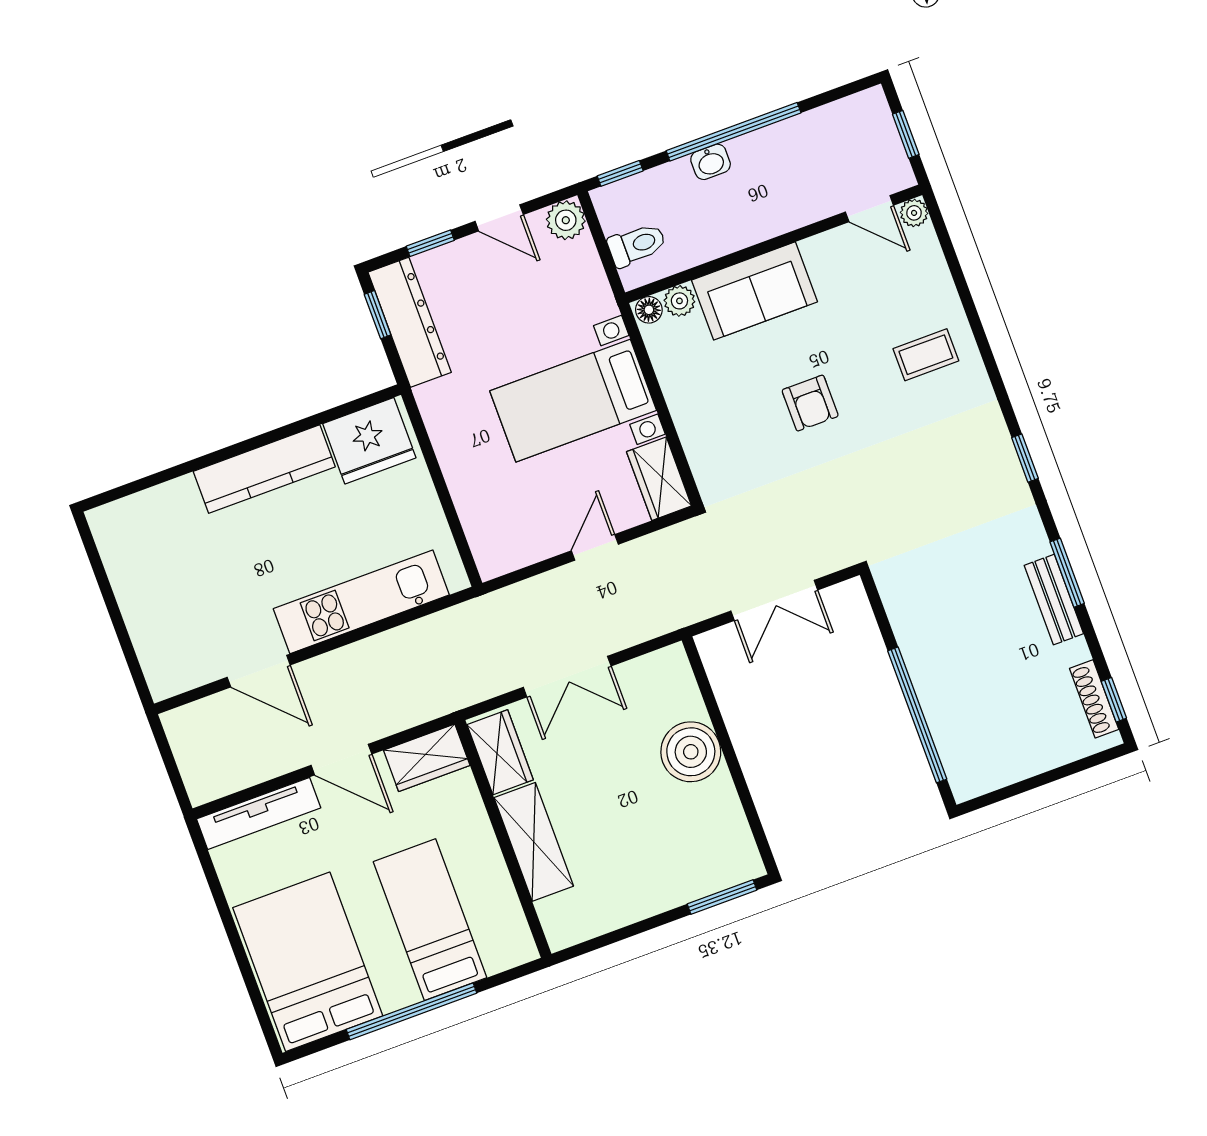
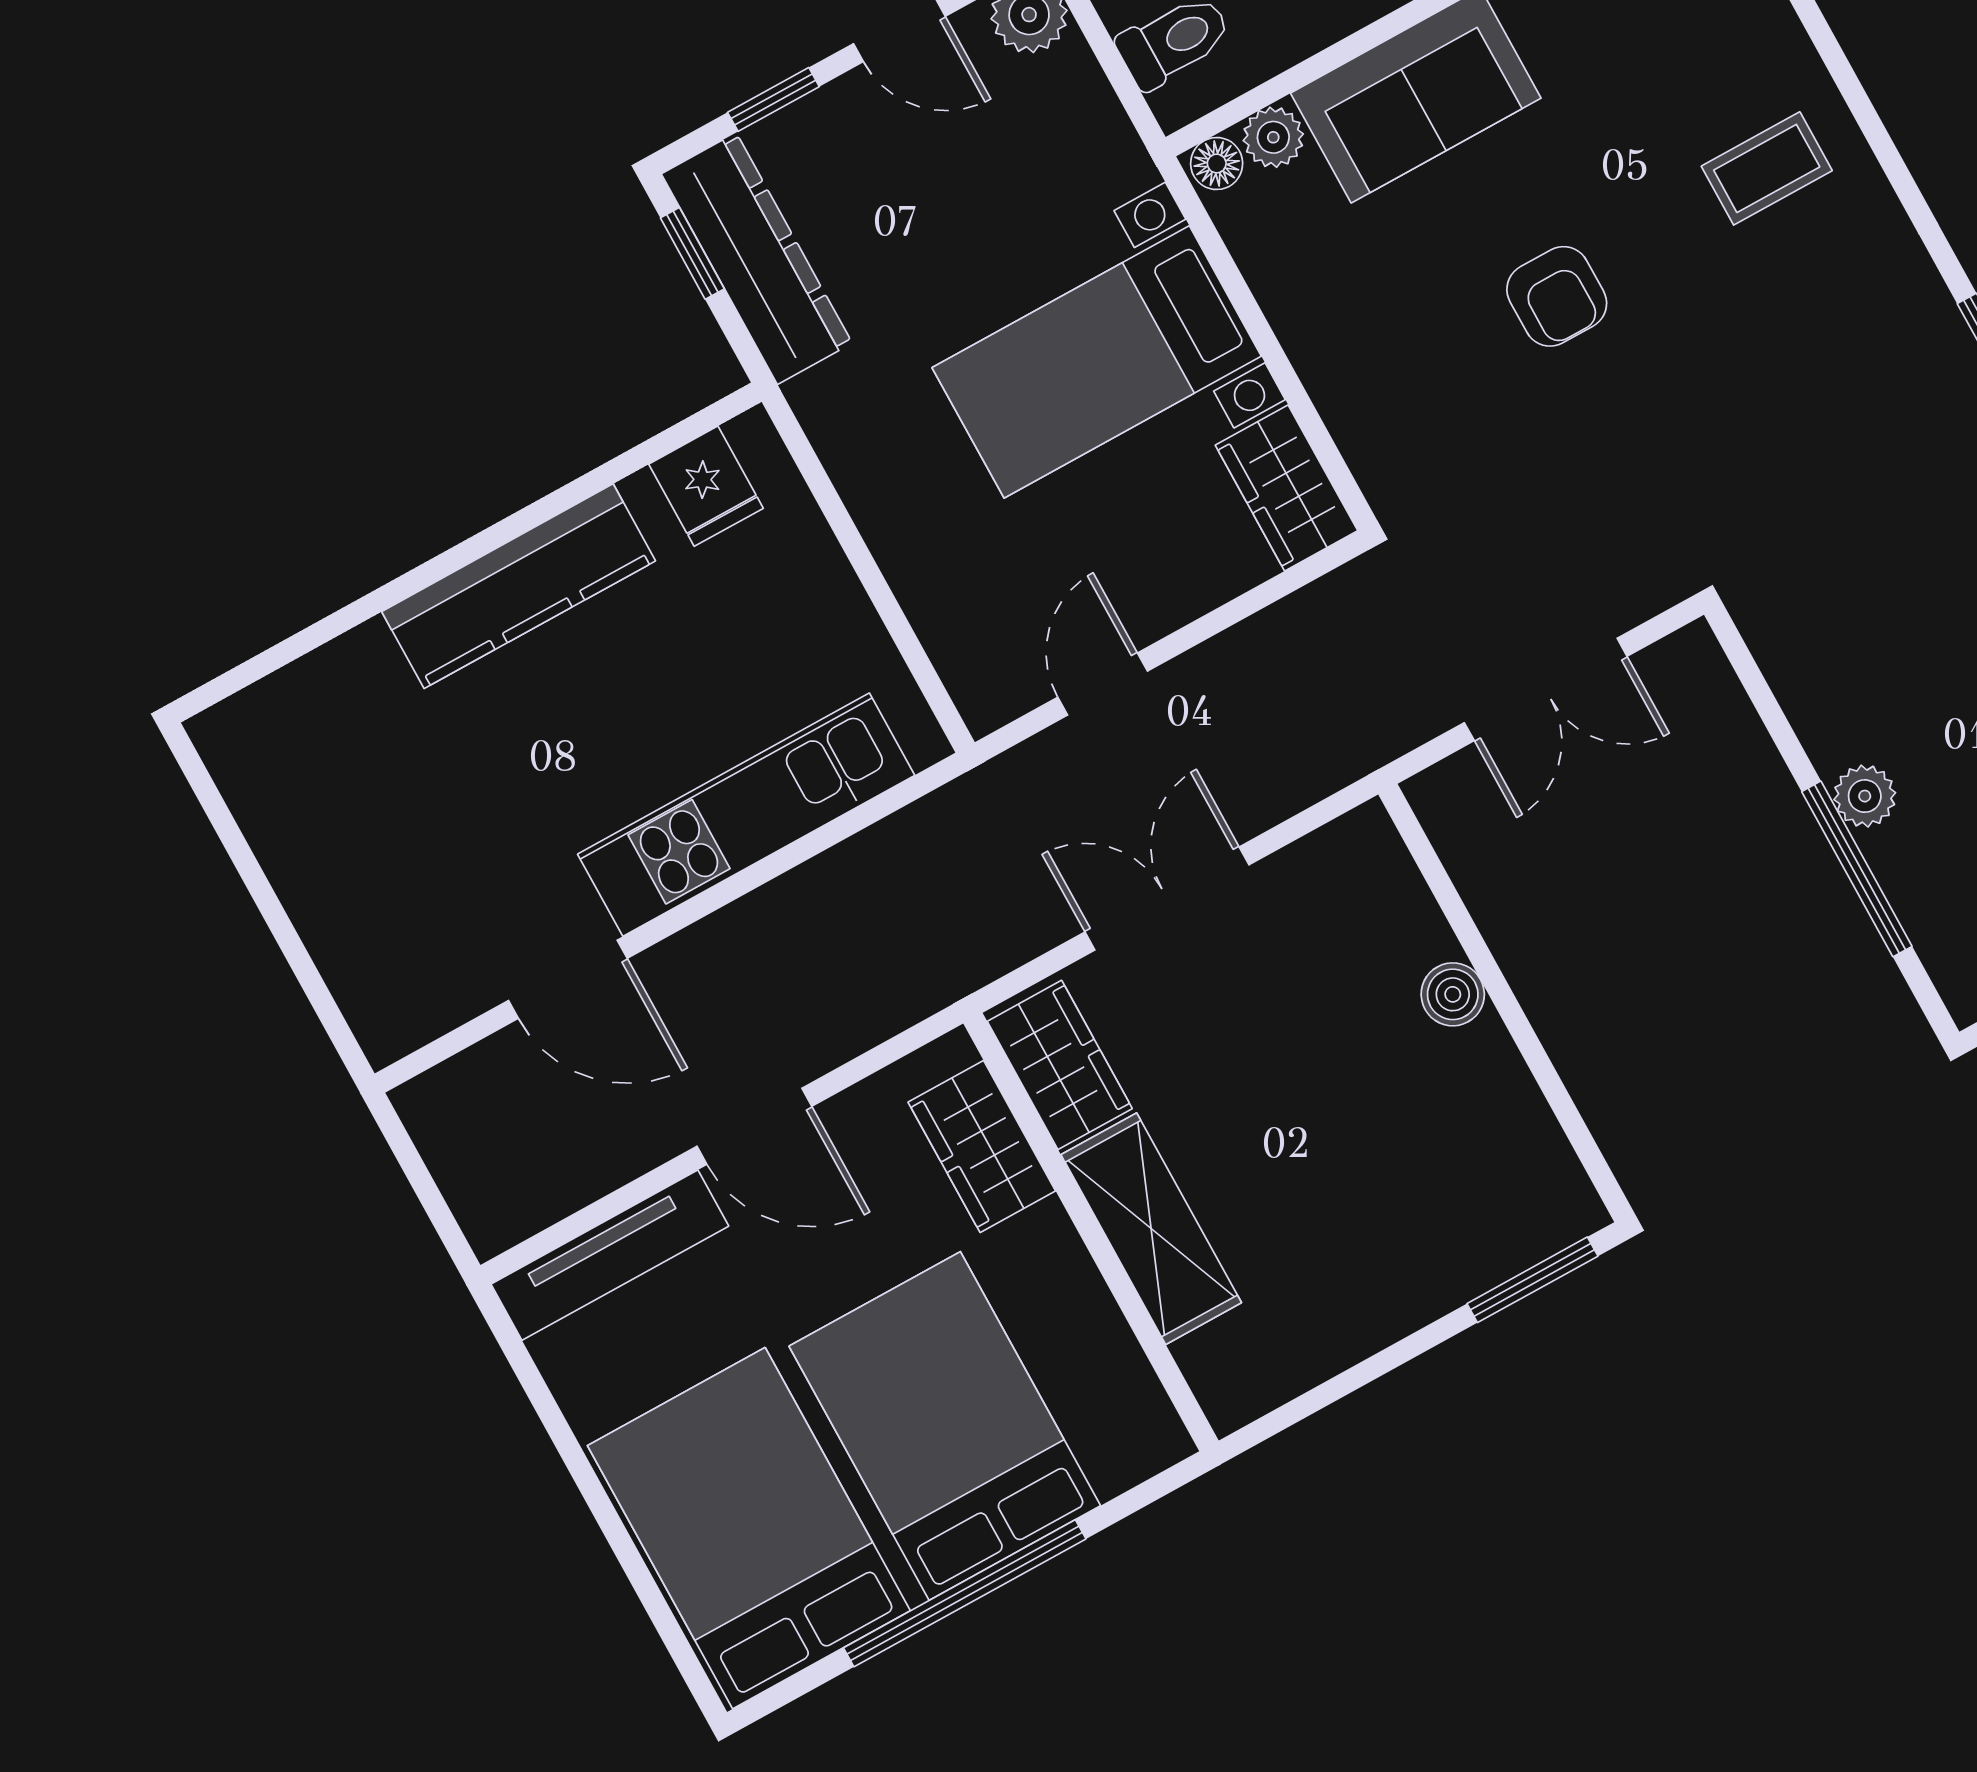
fridge: (369, 441) -> (706, 486), width x0.53, depth x0.75
door: (595, 547) -> (1103, 684), moved
double door: (567, 677) -> (1167, 898), swing flipped
plant: (927, 679) -> (1865, 796), added
window: (917, 715) -> (1857, 869), width x0.68
boiler: (691, 752) -> (1453, 994), width x0.54, depth x0.54
wardrobe: (427, 758) -> (982, 1146), moved, turned 90
bed: (430, 920) -> (945, 1426), width x1.50

